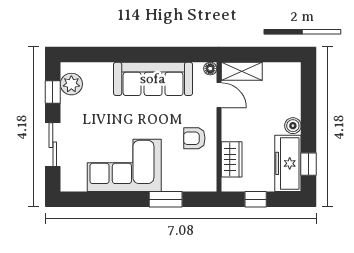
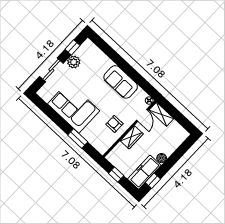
sofa: (153, 79) -> (121, 82), width x0.73
plant: (71, 84) -> (74, 62), moved
wardrobe: (232, 159) -> (132, 137), moved

